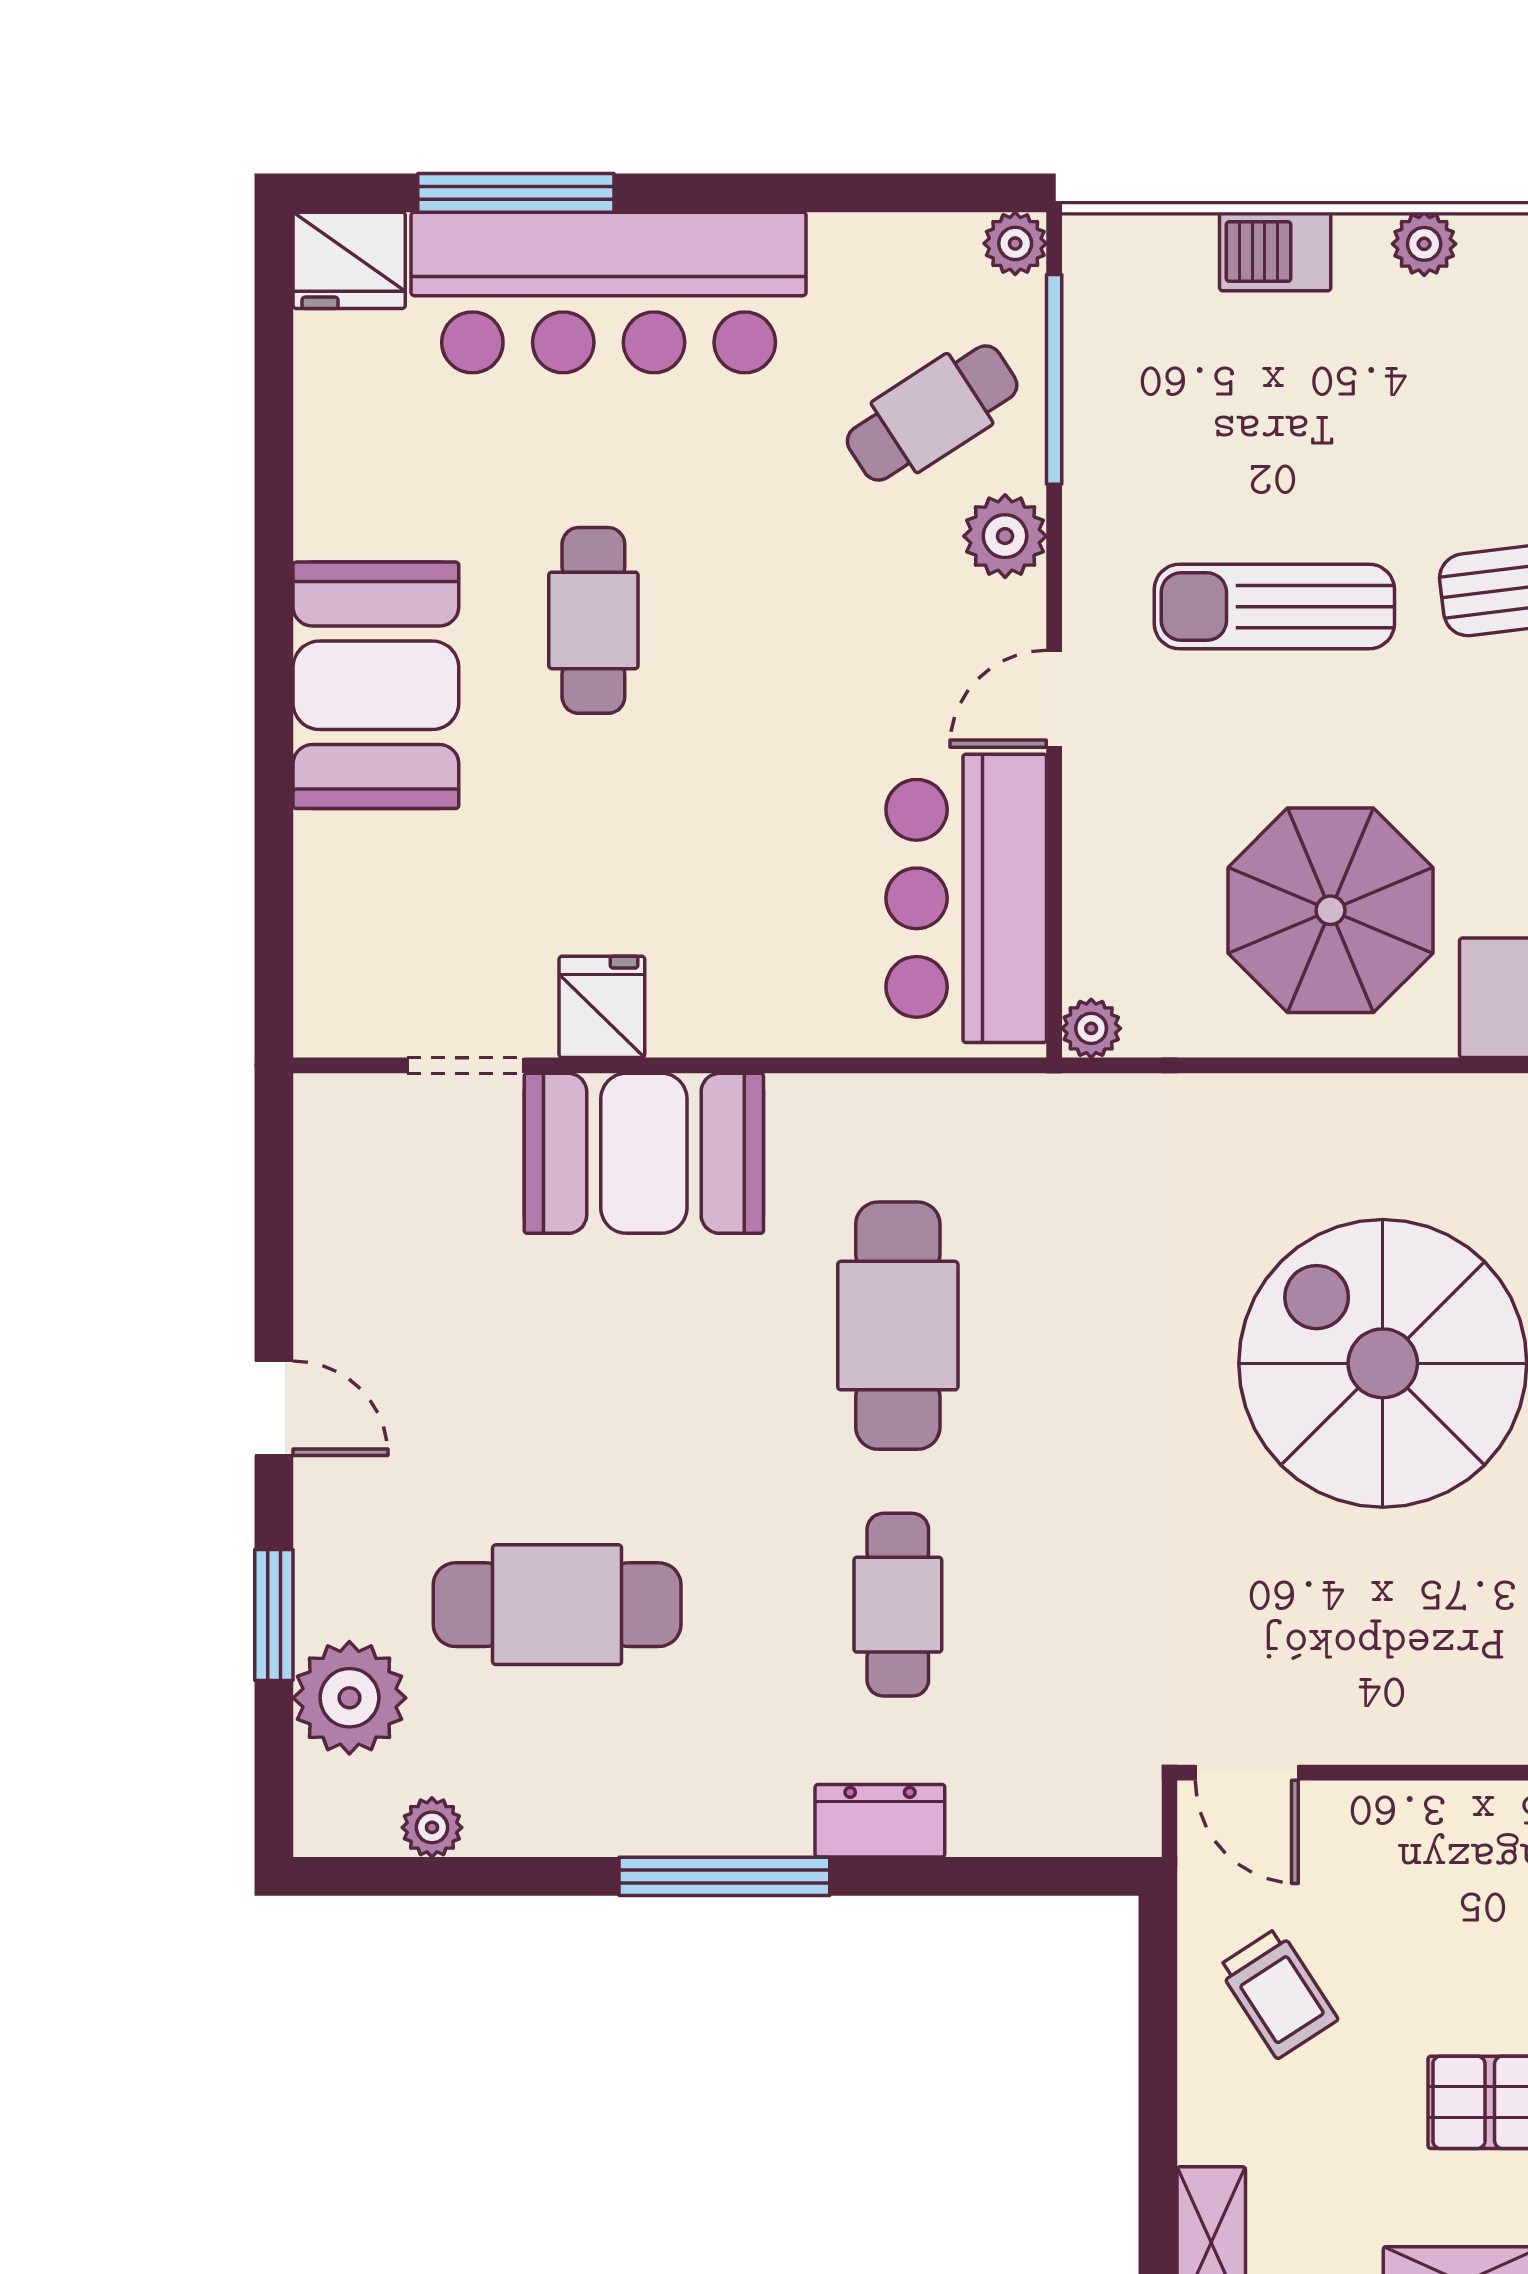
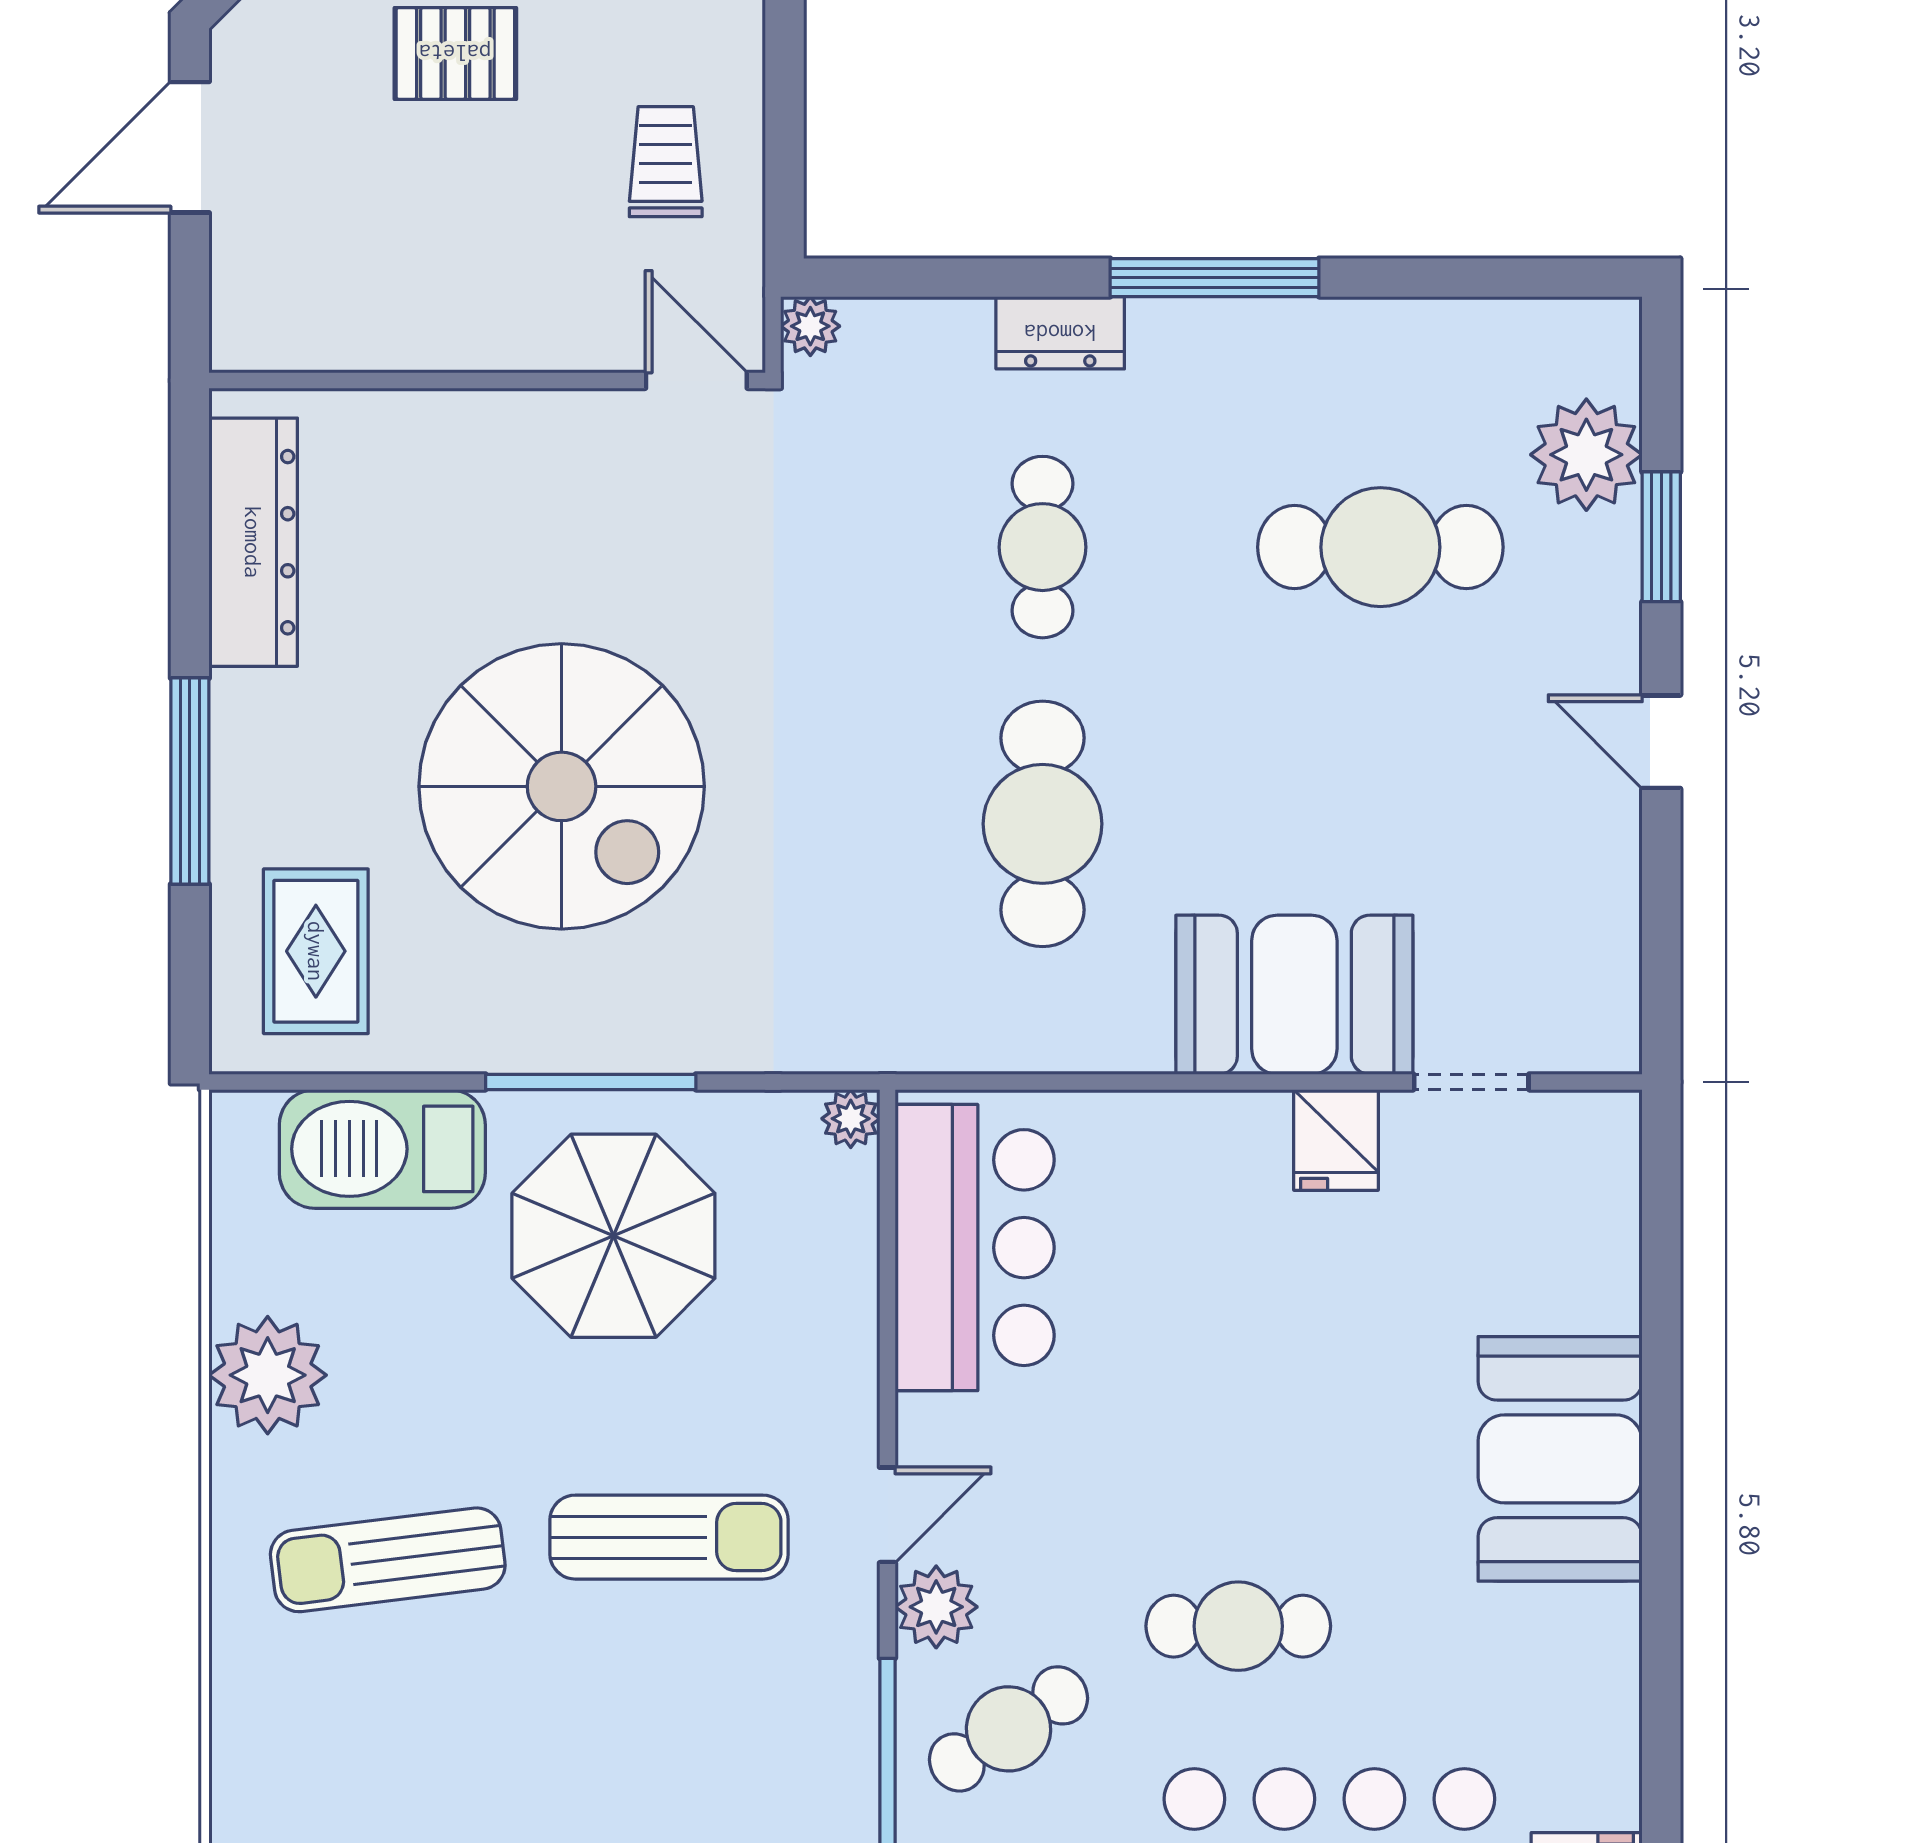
cafe table: (593, 620) -> (1238, 1626), moved, turned 90
door: (1054, 699) -> (887, 1515), moved
window: (1353, 1065) -> (591, 1082), added
plant: (432, 1827) -> (810, 326), moved
trolley: (1278, 1993) -> (666, 162), turned 33

